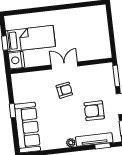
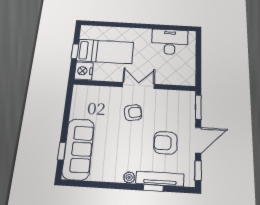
desk: (84, 19) -> (170, 42), added
window: (13, 111) -> (62, 151), moved
window: (103, 146) -> (153, 188), moved

